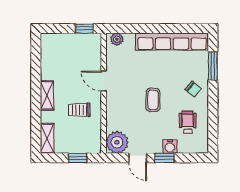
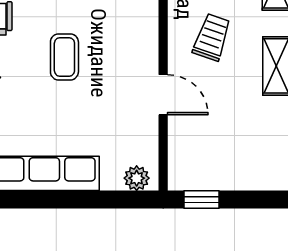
trolley: (79, 110) -> (212, 37), turned -71

